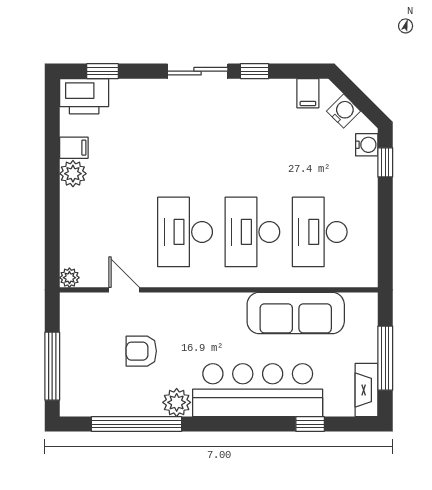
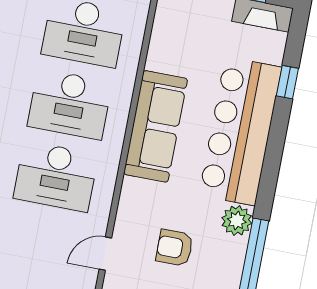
sofa: (296, 313) -> (156, 126), moved
armchair: (141, 351) -> (175, 248), turned 90

